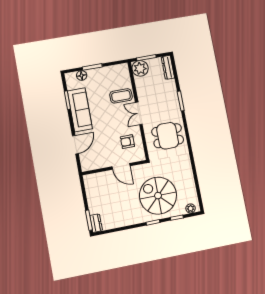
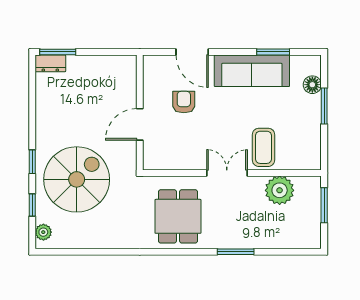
dresser: (168, 67) -> (300, 240), removed
plant: (140, 68) -> (280, 190), moved
armchair: (127, 142) -> (184, 102), moved

